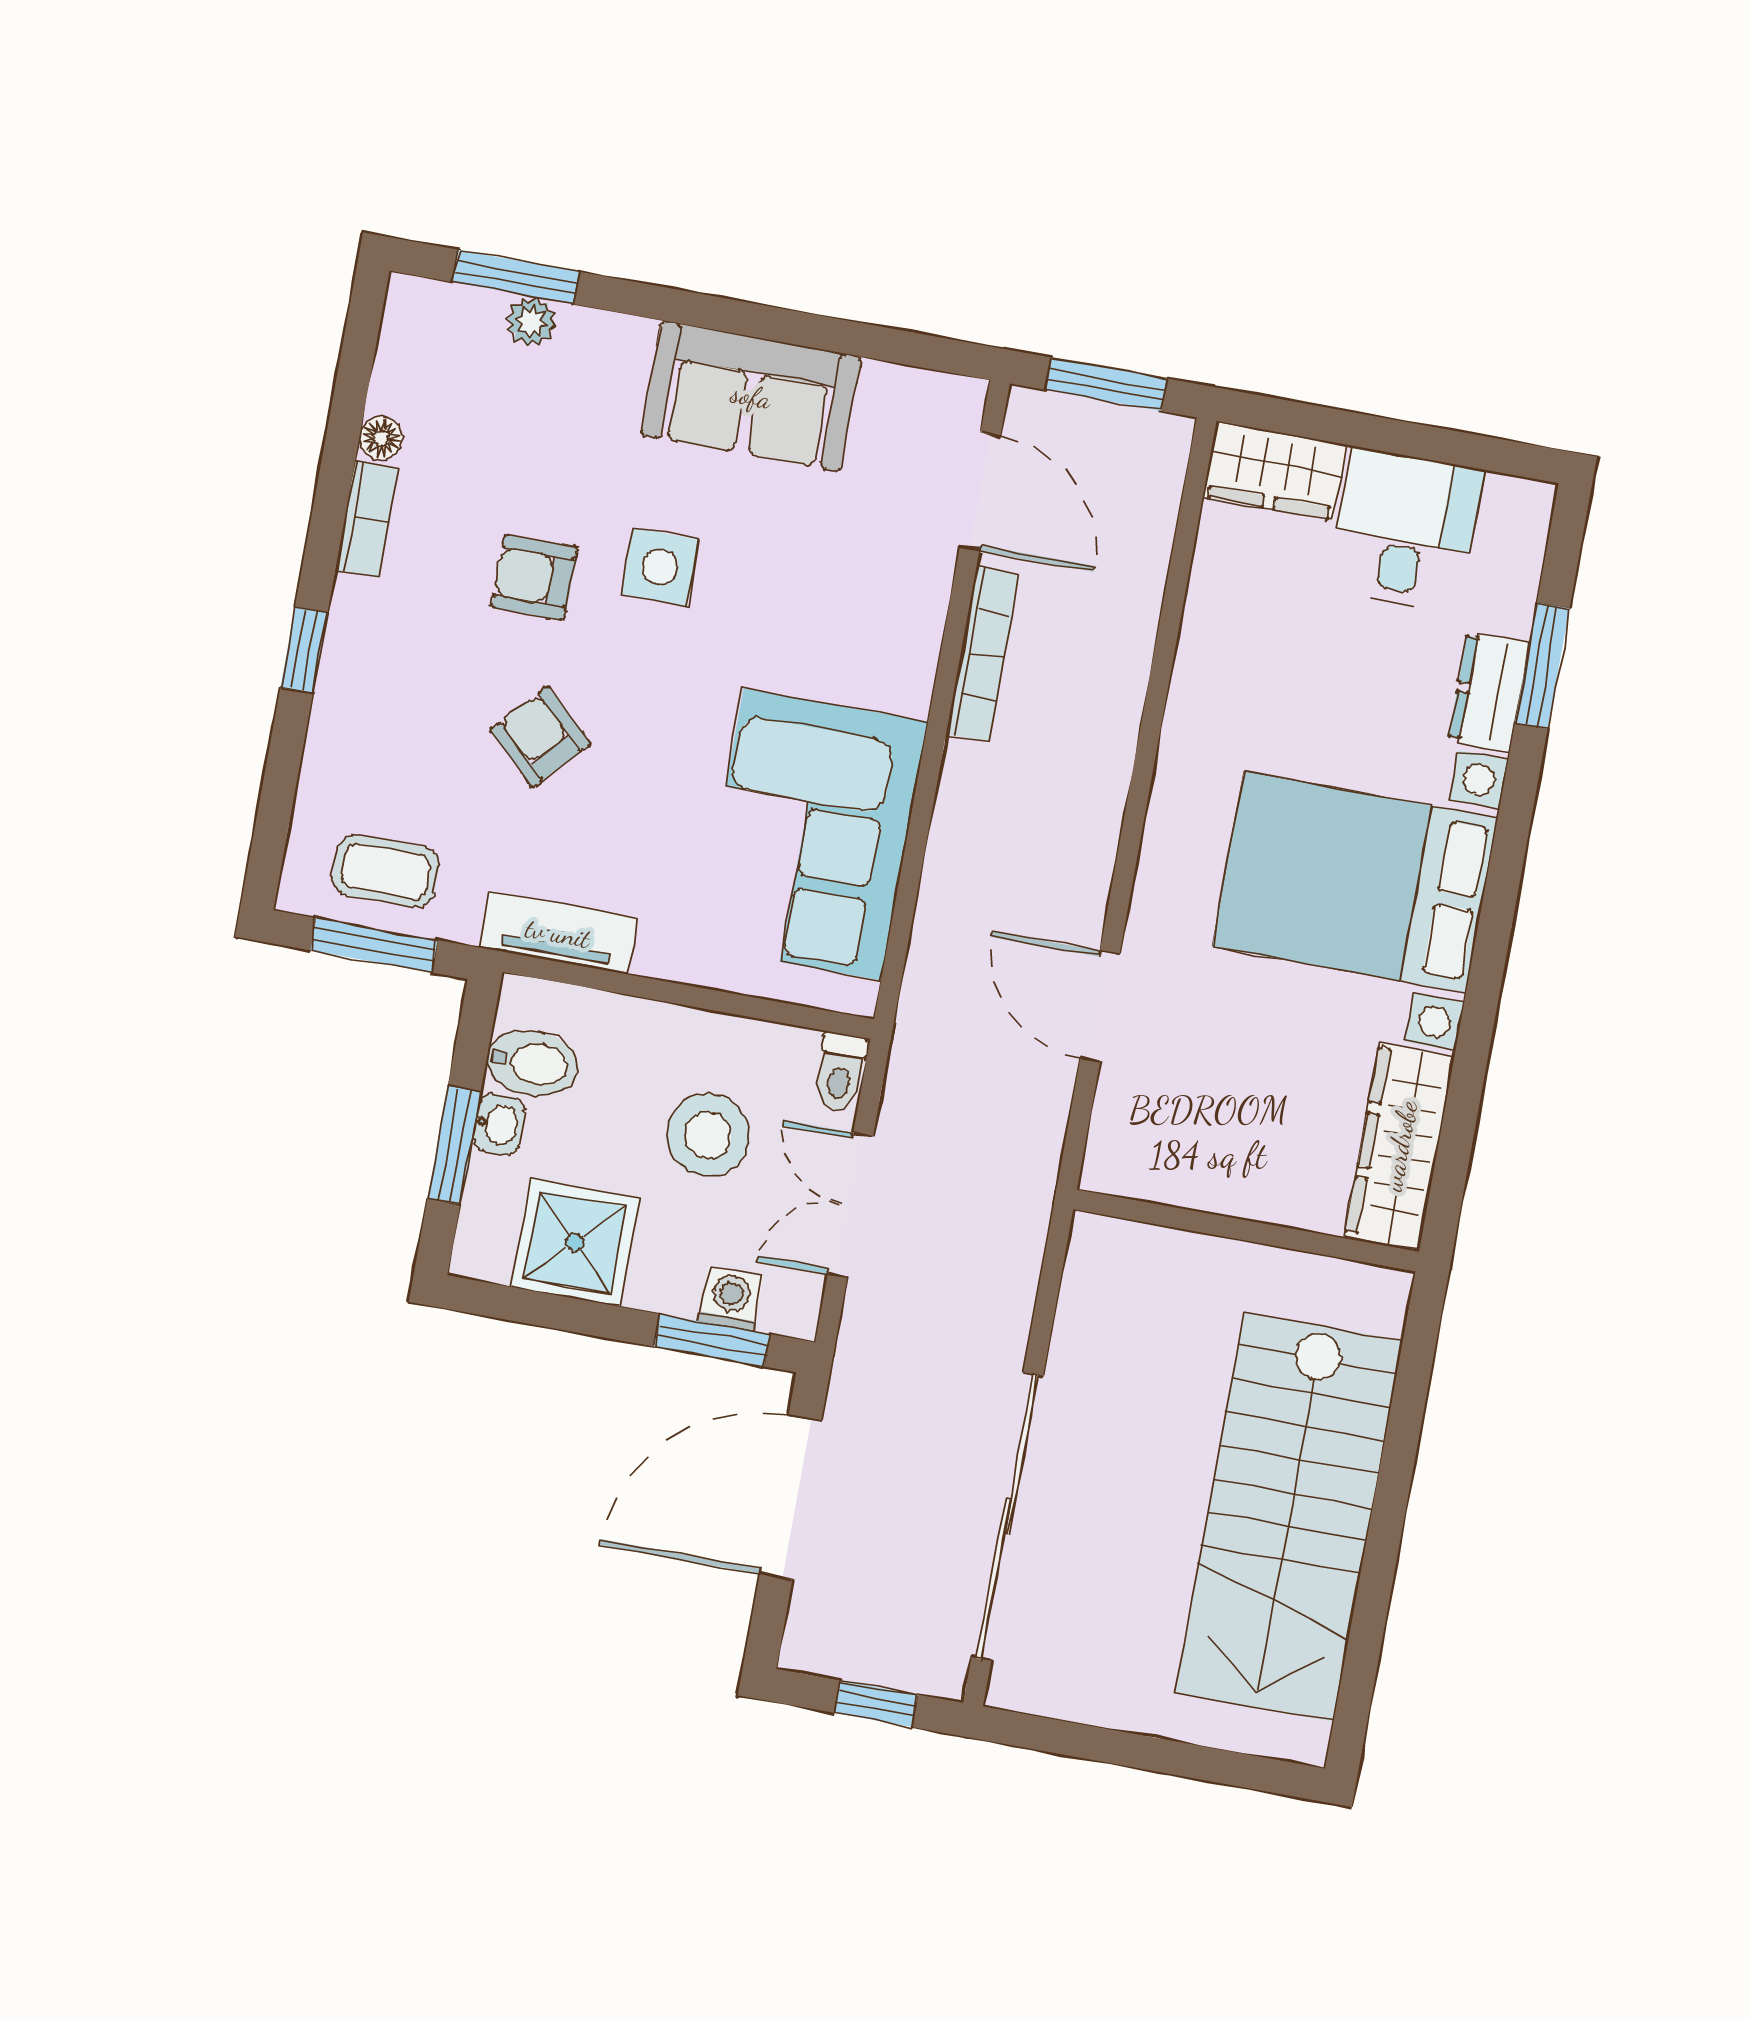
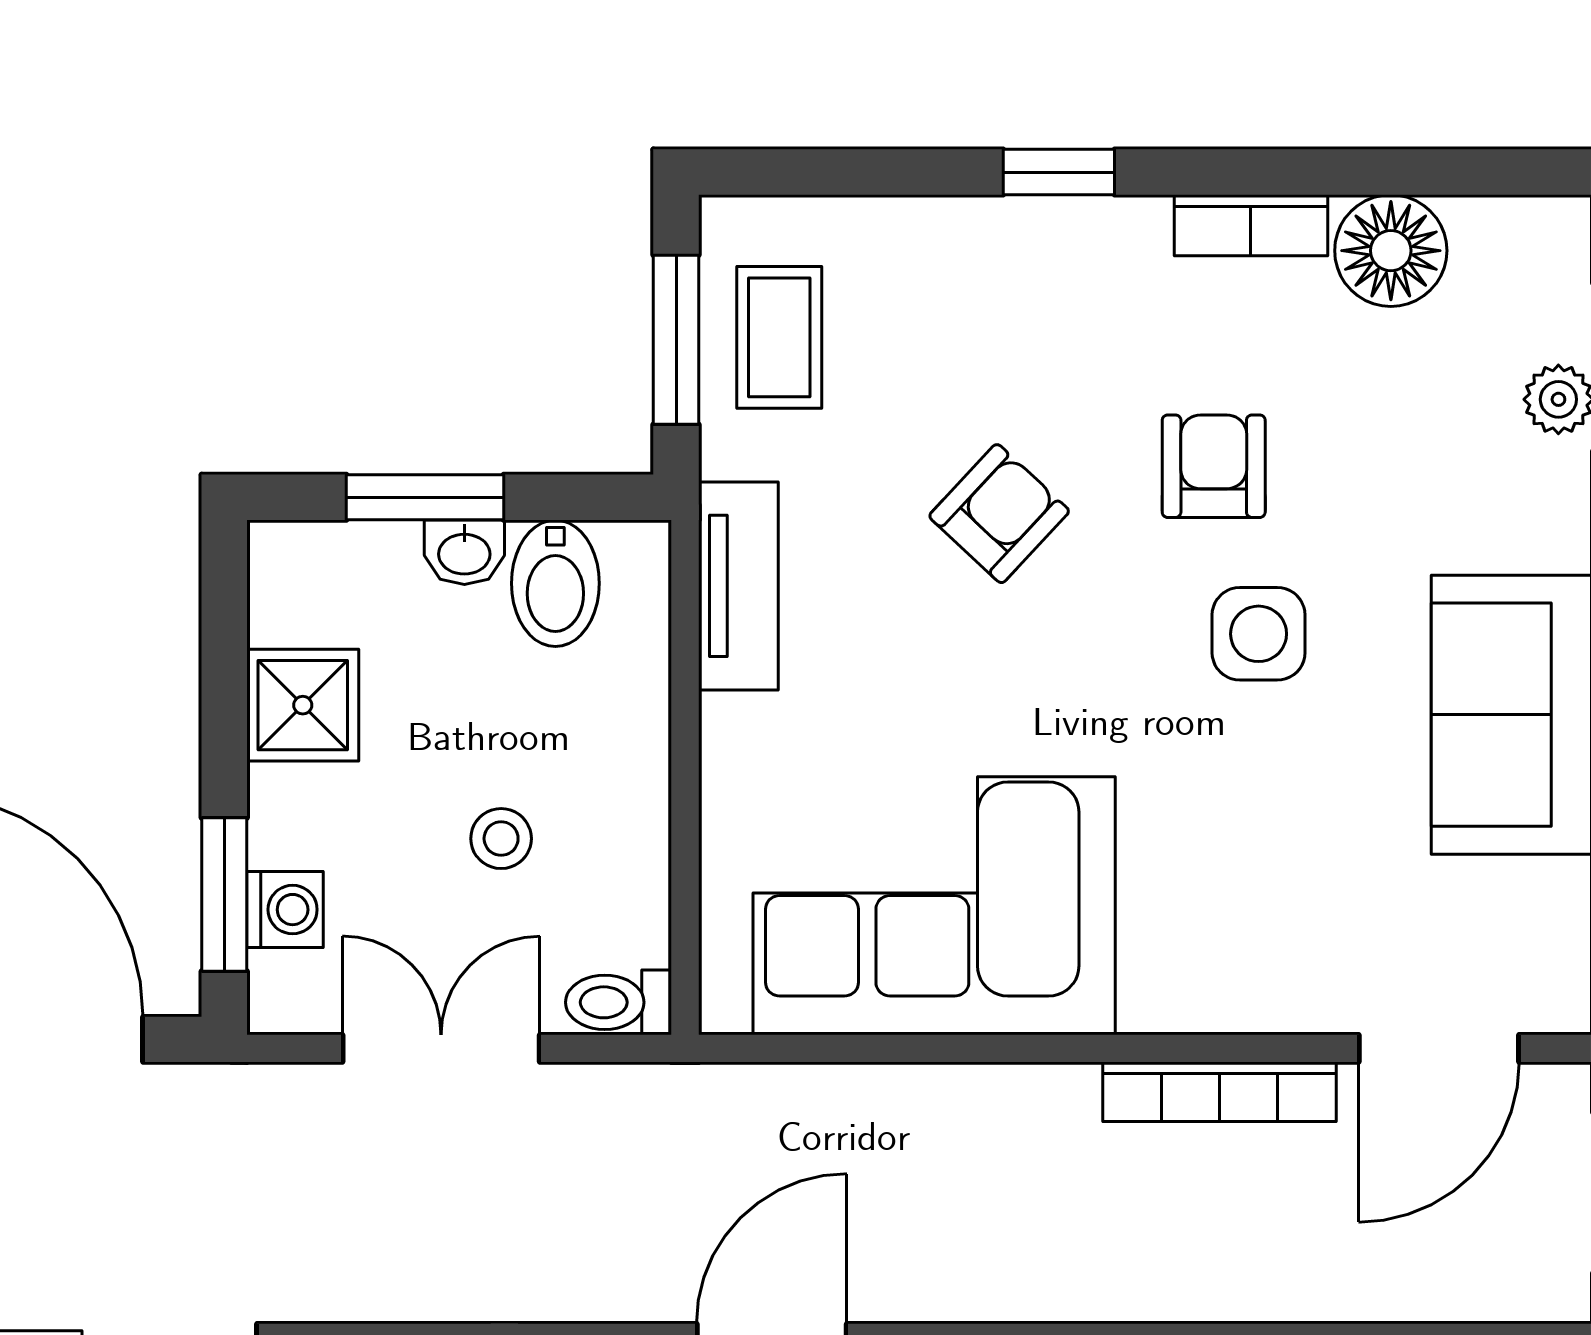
floor lamp: (381, 438) -> (1391, 251), width x1.89, depth x1.89
stool: (708, 1135) -> (501, 839), width x0.53, depth x0.53
shower: (575, 1242) -> (303, 705), width x0.73, depth x0.73

